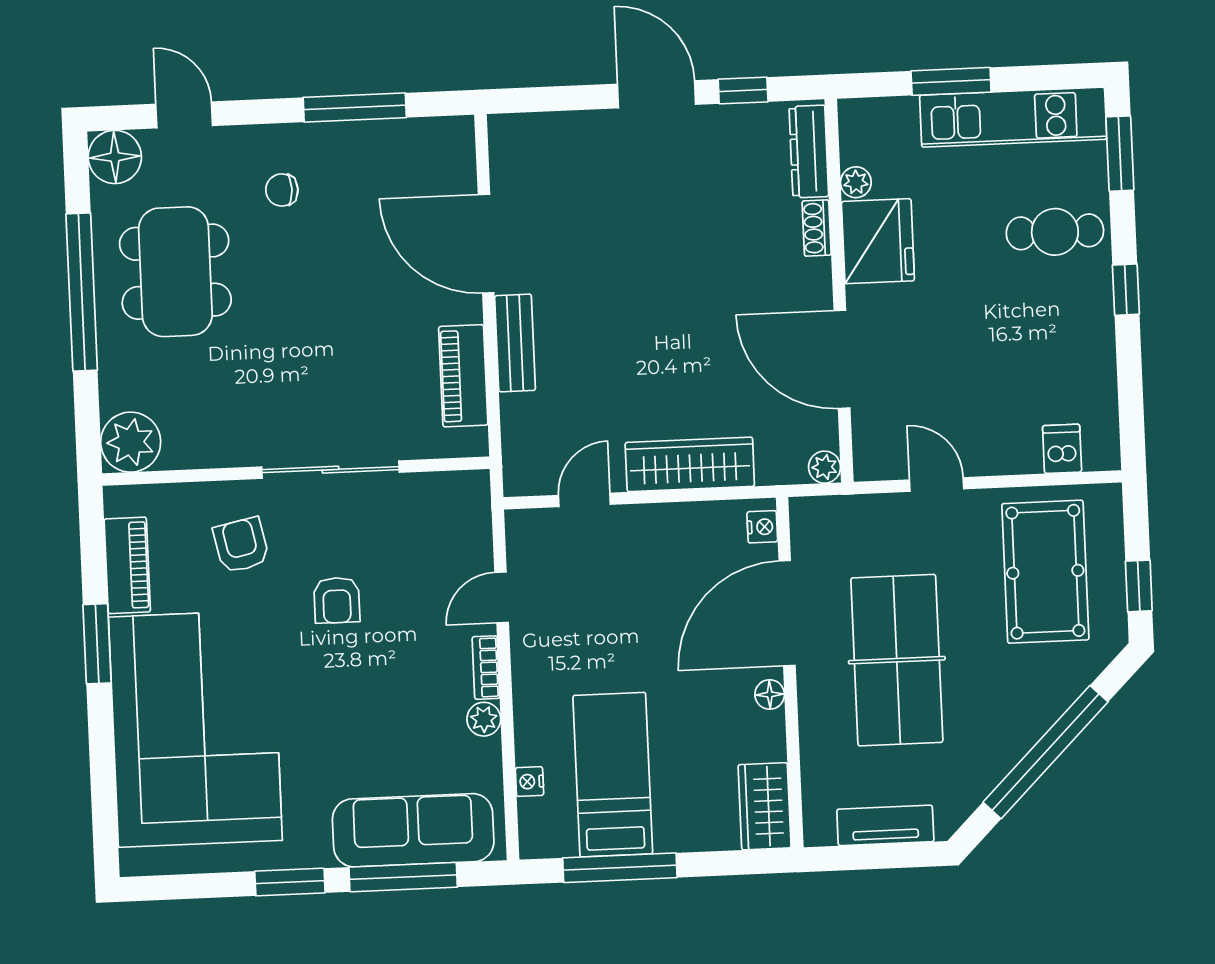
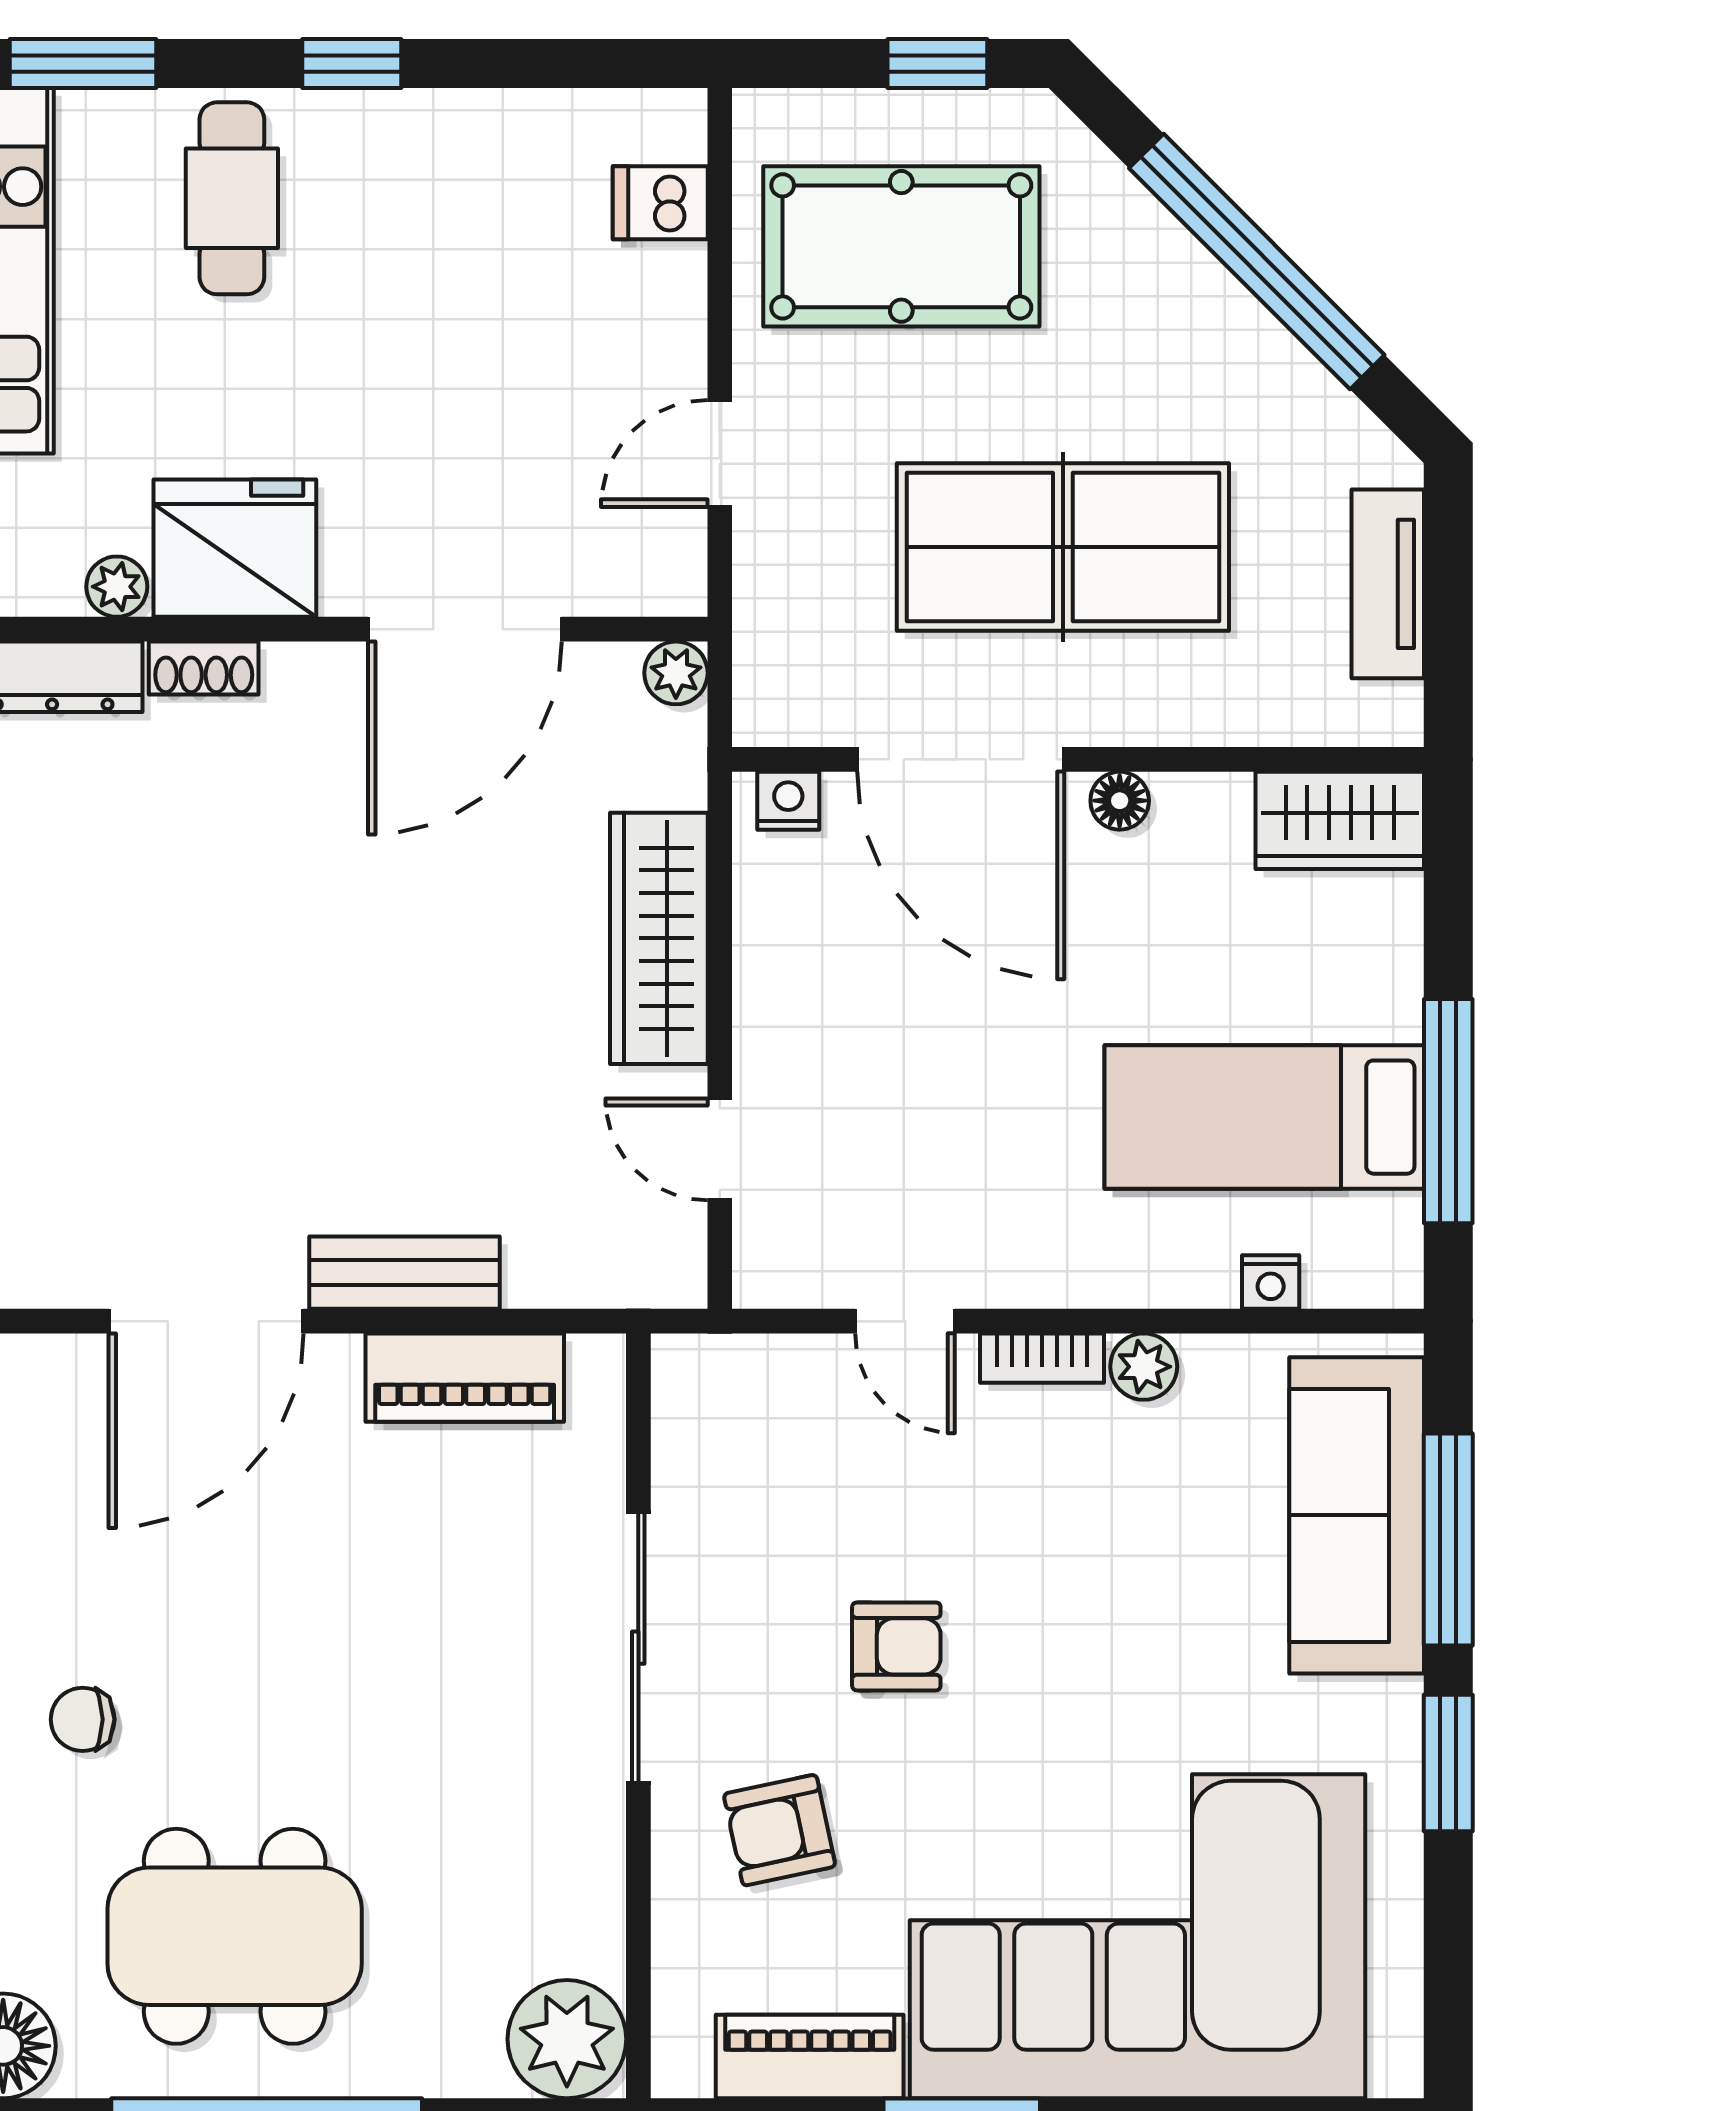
chair: (282, 190) -> (83, 1719), turned 90

